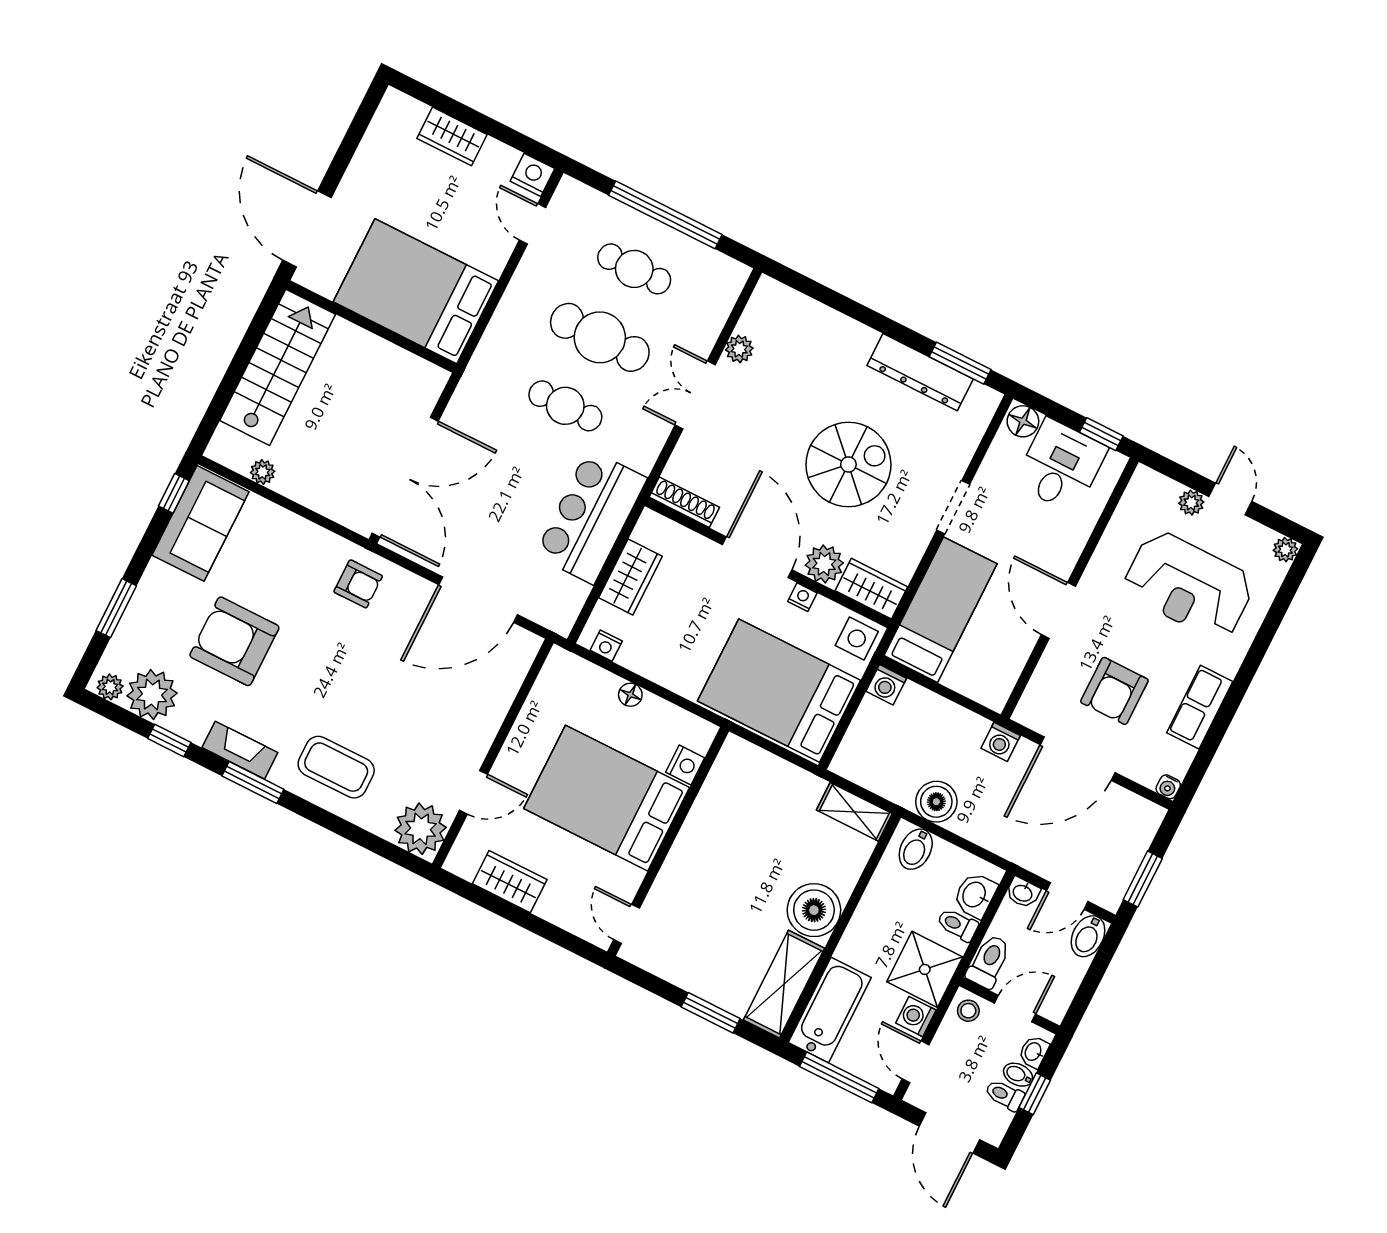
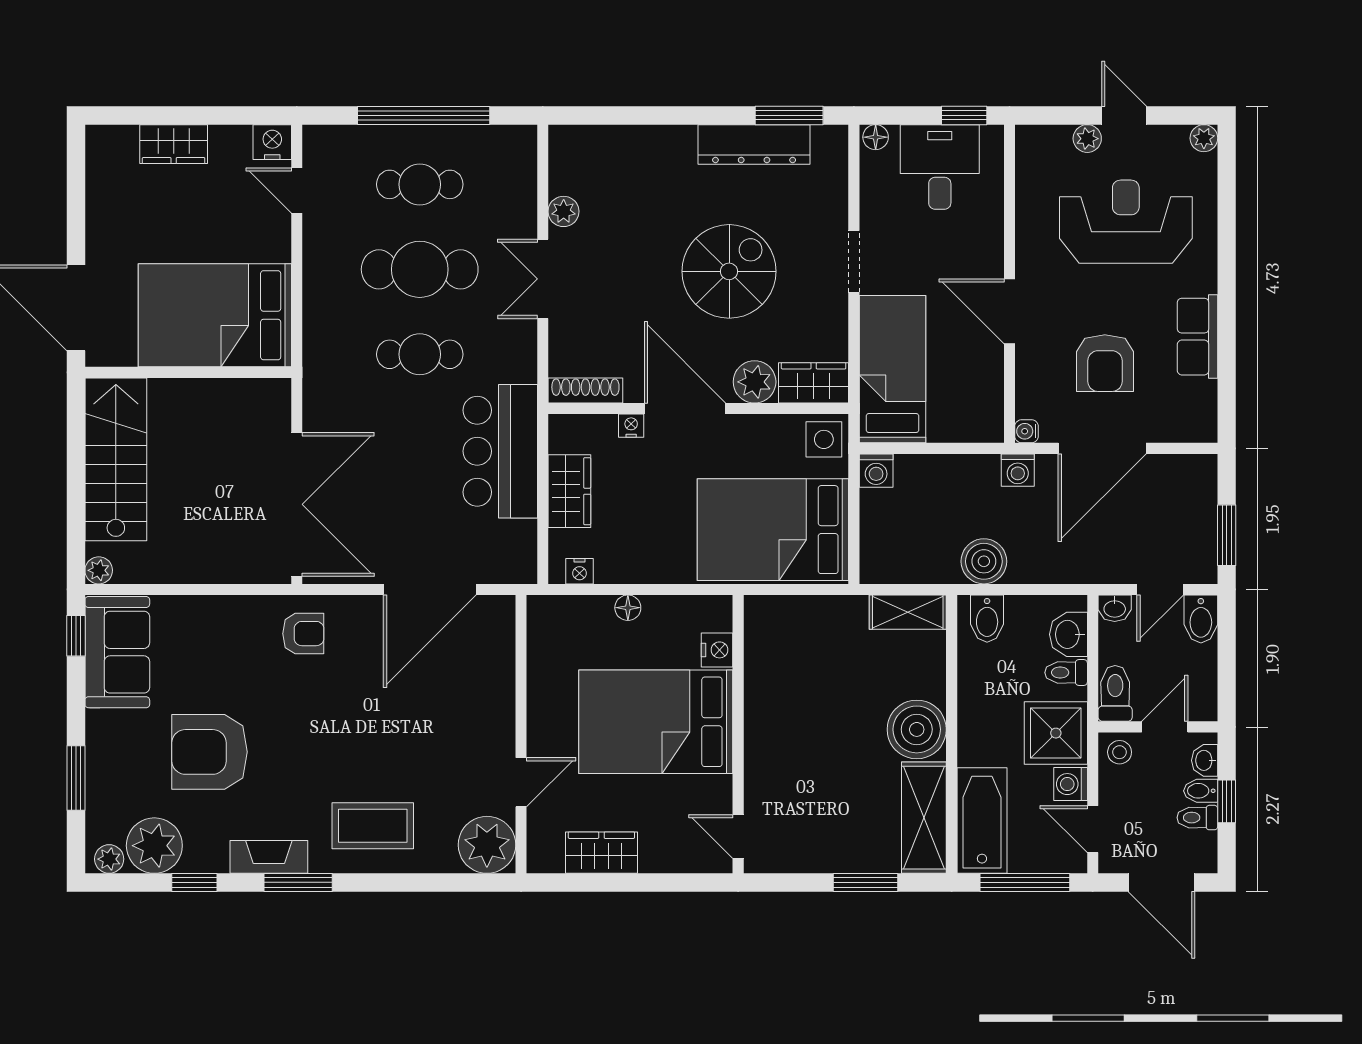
floor lamp: (1023, 421) -> (876, 137), width x0.73, depth x0.73
plant: (263, 472) -> (99, 570), moved
reception desk: (1189, 585) -> (1126, 222), turned 180
nightstand: (802, 597) -> (631, 426), moved
water cooler: (1168, 787) -> (1027, 431), moved, turned 90

